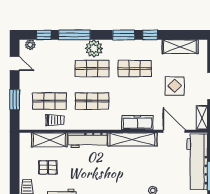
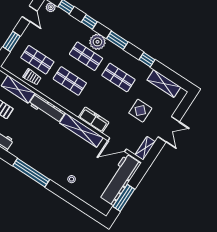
window: (74, 35) -> (89, 22), width x0.46
window: (124, 35) -> (117, 40), moved
door: (174, 131) -> (117, 145), swing flipped

